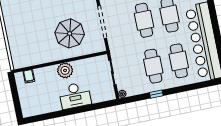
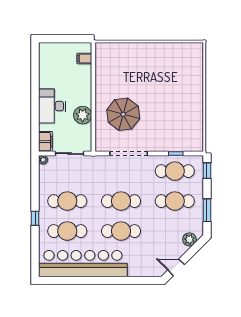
plant: (65, 70) -> (83, 115), moved
window: (156, 94) -> (35, 218), moved
filing cabinet: (106, 95) -> (45, 142), added

